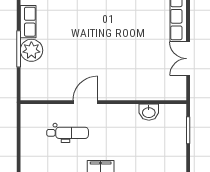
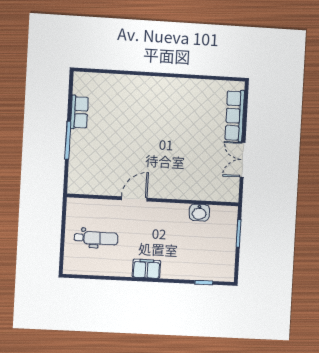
plant: (31, 50) -> (81, 142), removed
dental chair: (68, 133) -> (96, 238), moved

